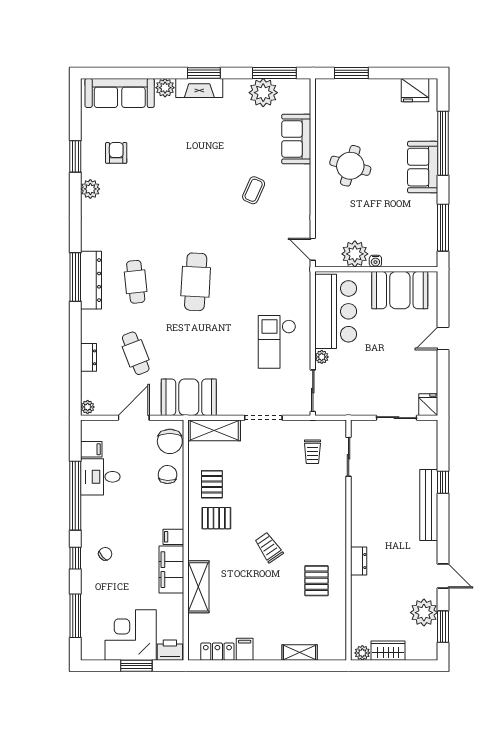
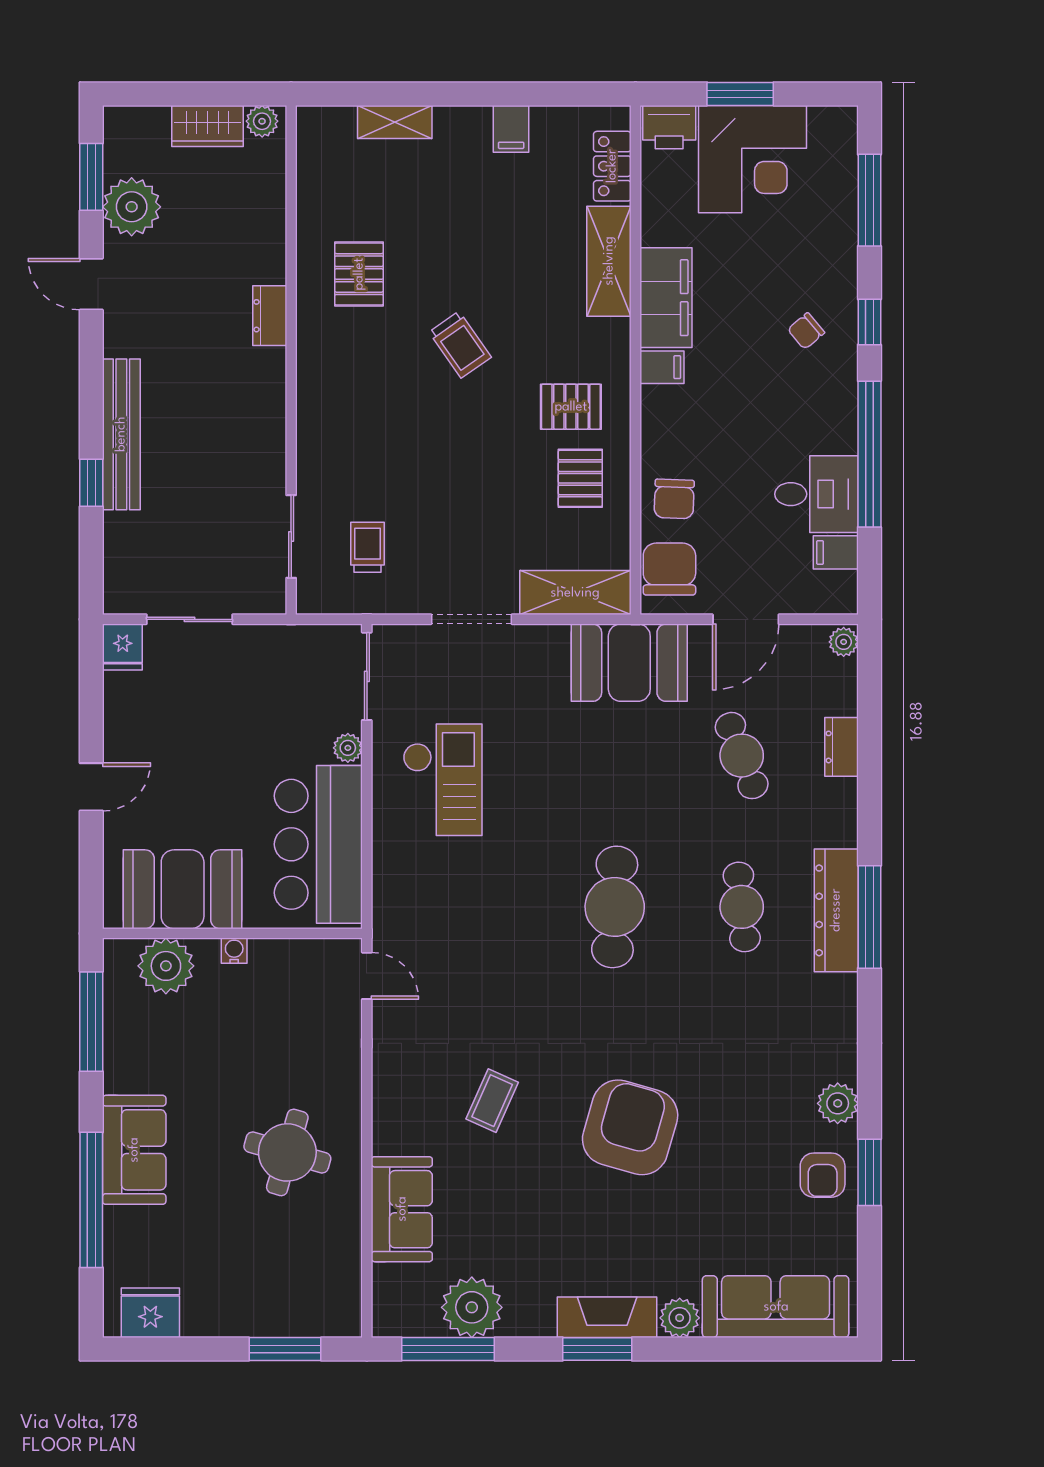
armchair: (116, 153) -> (823, 1175), moved
armchair: (188, 178) -> (630, 1127), added
plant: (355, 254) -> (166, 966), moved
locker: (217, 652) -> (612, 166), moved, turned 90

